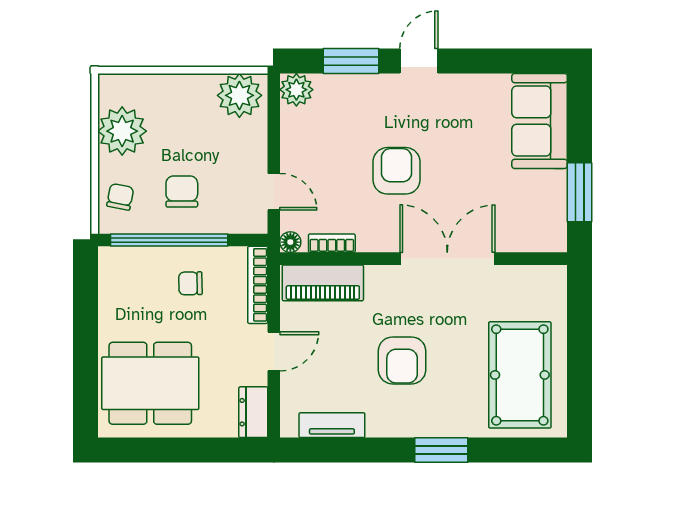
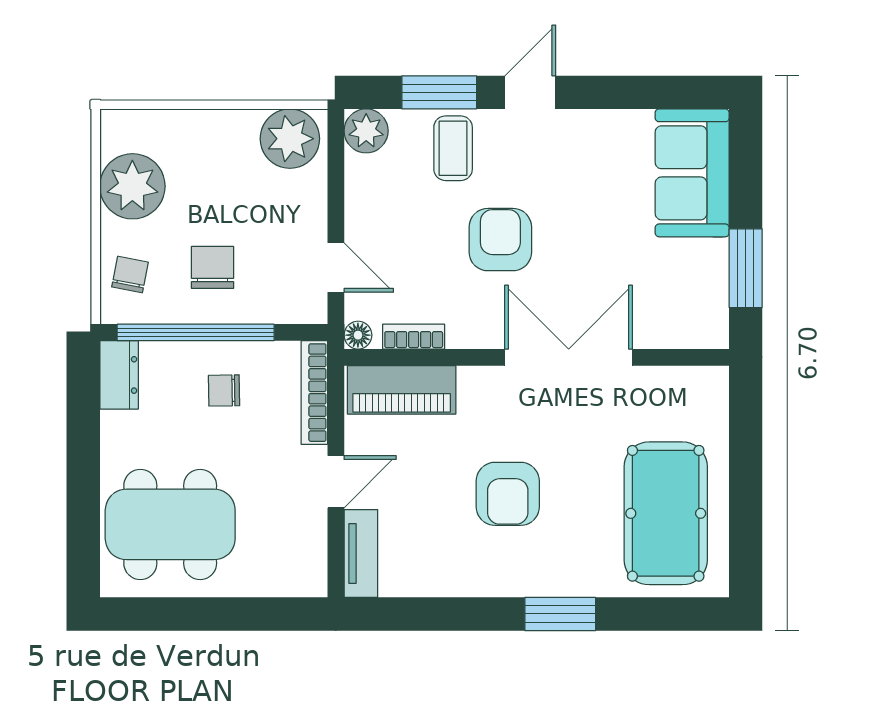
coffee table: (361, 103) -> (453, 148), added
dresser: (253, 412) -> (119, 375), moved, turned 180
tv unit: (332, 425) -> (361, 554), moved, turned 90

